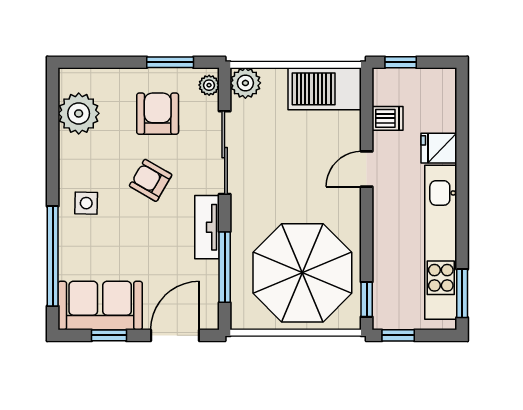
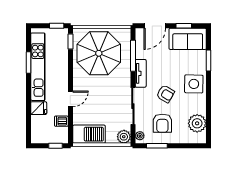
side table: (86, 203) -> (194, 84), width x1.87, depth x1.87
window: (53, 256) -> (209, 61), width x0.47
window: (462, 293) -> (28, 62), moved

